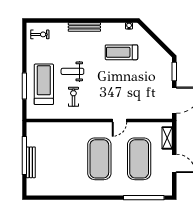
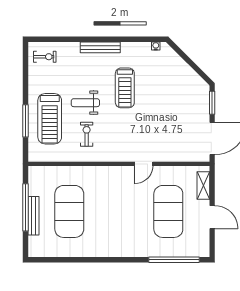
treadmill: (121, 52) -> (125, 88), moved, turned -90
treadmill: (44, 84) -> (50, 119), turned 180
exercise mat: (99, 159) -> (69, 211), moved

